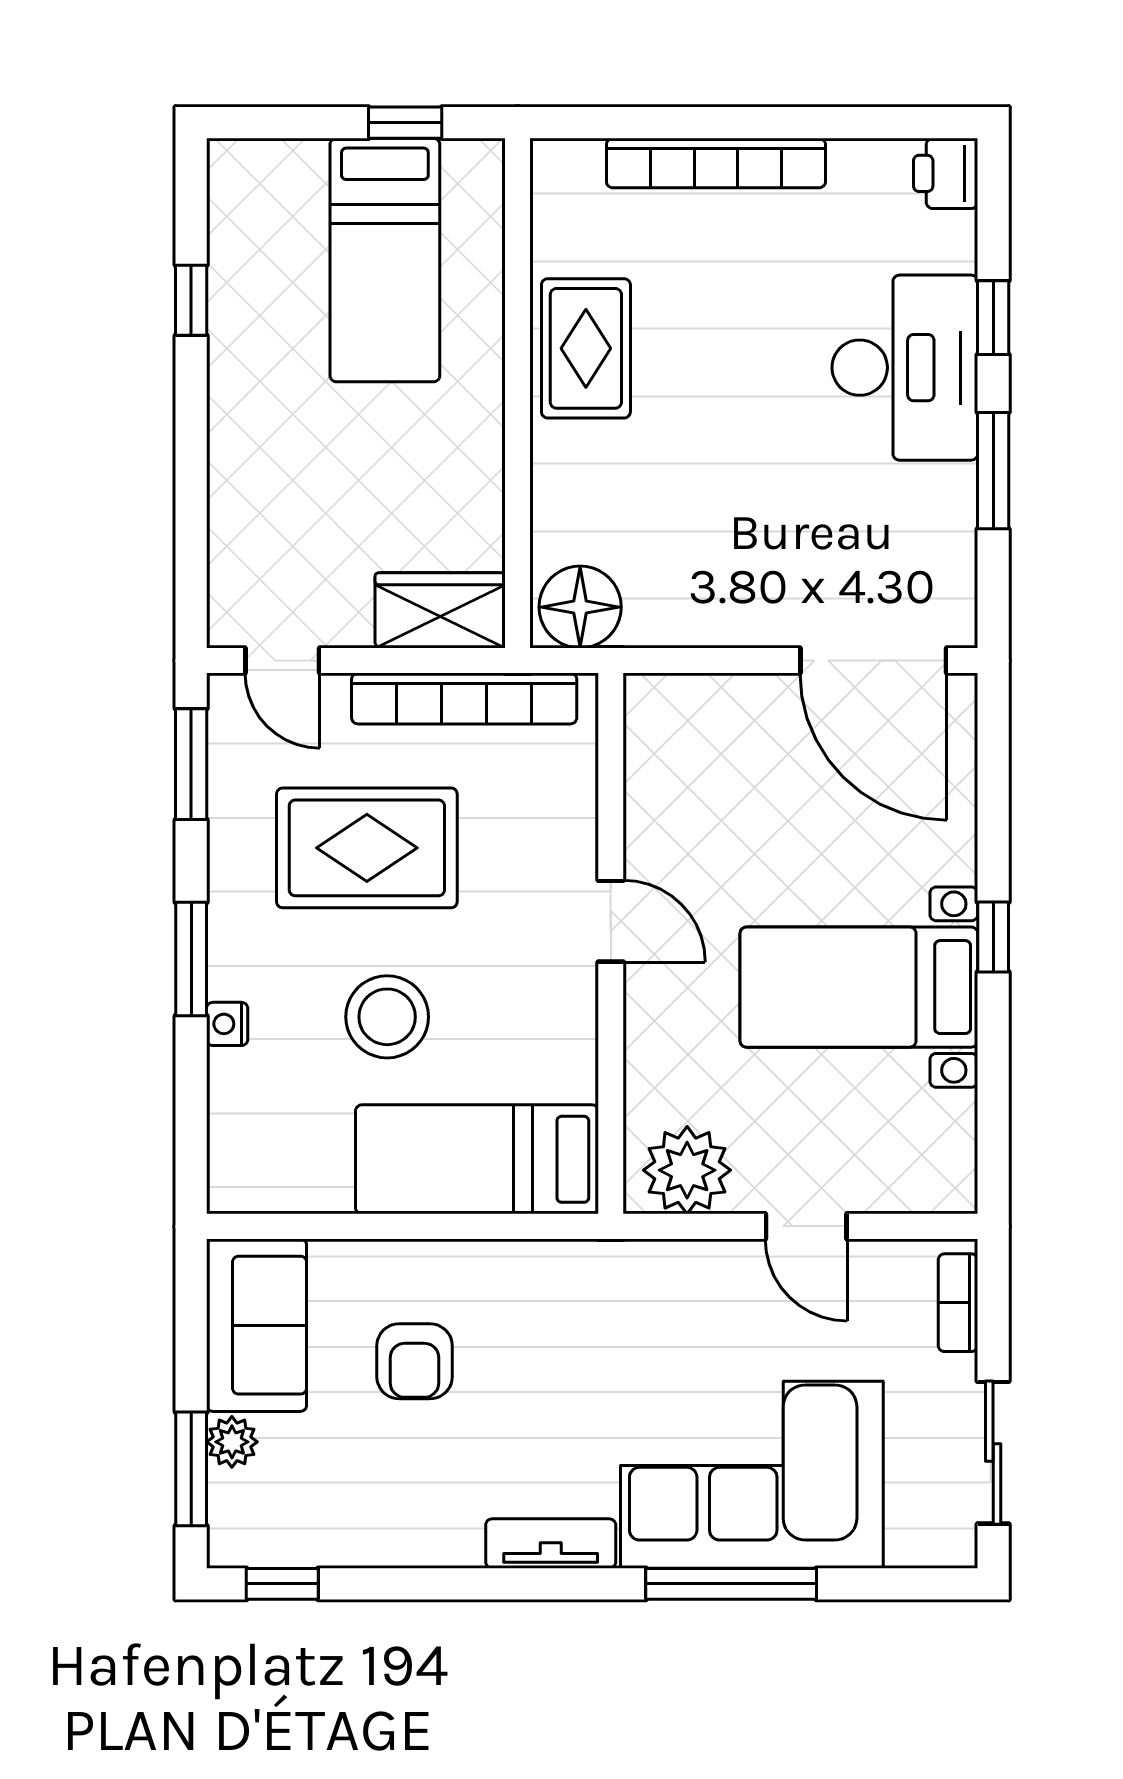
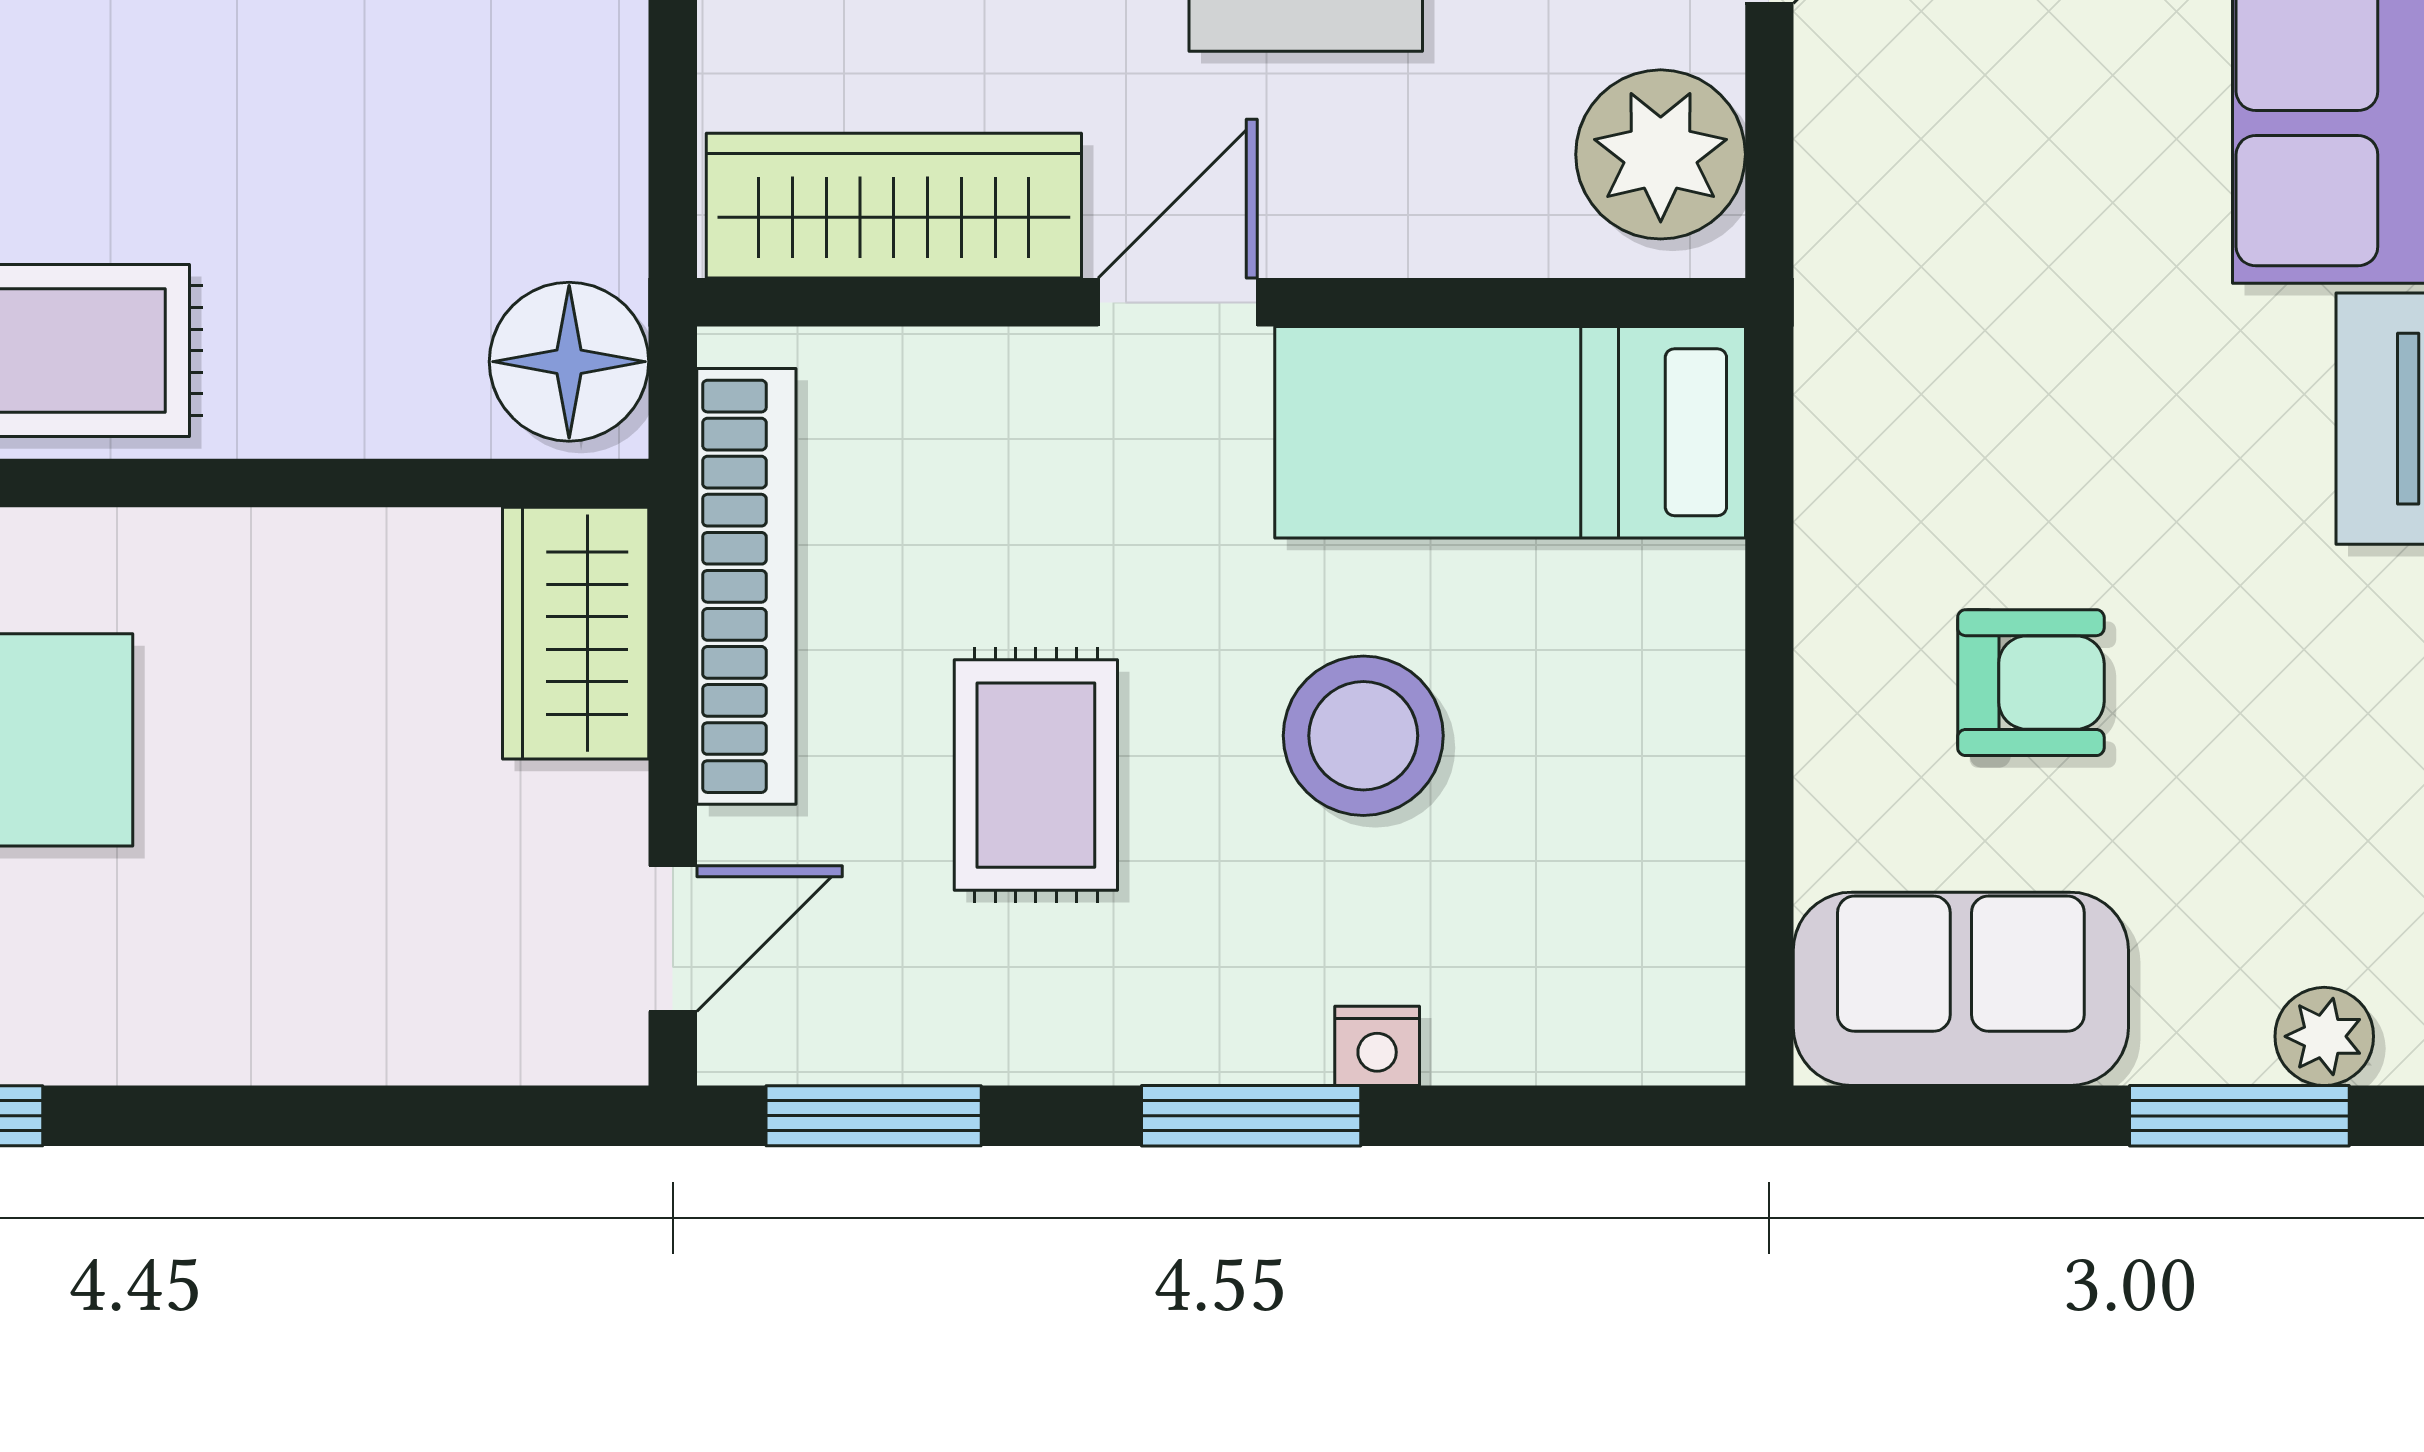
wardrobe: (661, 775) -> (894, 206), added
rug: (367, 848) -> (1036, 775), width x0.73, depth x0.70
bed: (477, 1159) -> (1510, 432), moved, turned 90
plant: (232, 1442) -> (2324, 1036), moved

